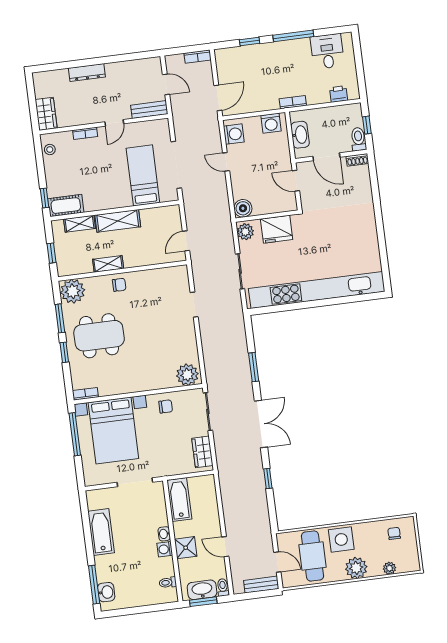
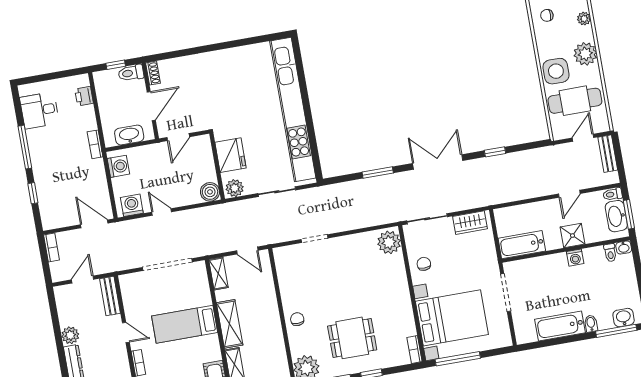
plant: (114, 70) -> (70, 335), added
door: (226, 162) -> (162, 212), swing flipped
bed: (143, 175) -> (185, 324), moved
shelving: (108, 264) -> (218, 273), moved
dining table: (99, 336) -> (352, 338), width x0.73
washbasin: (164, 534) -> (624, 248), moved
bidet: (102, 561) -> (591, 324), added

